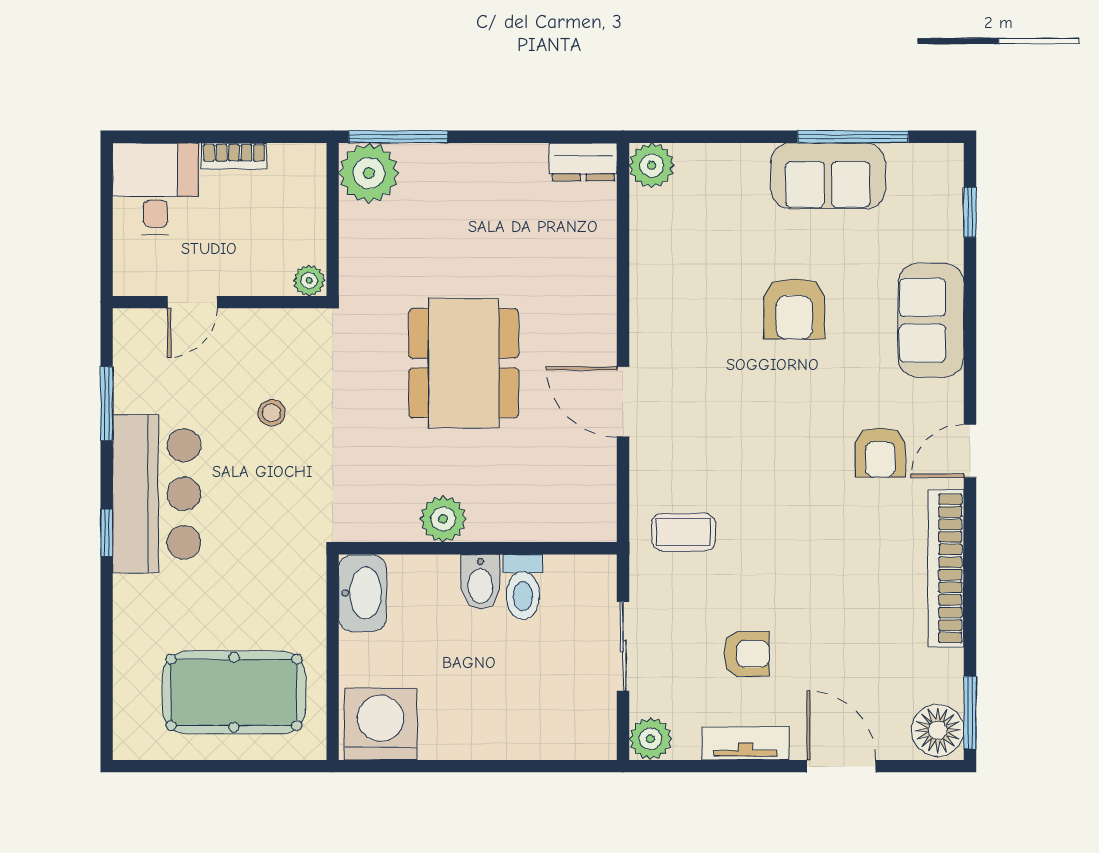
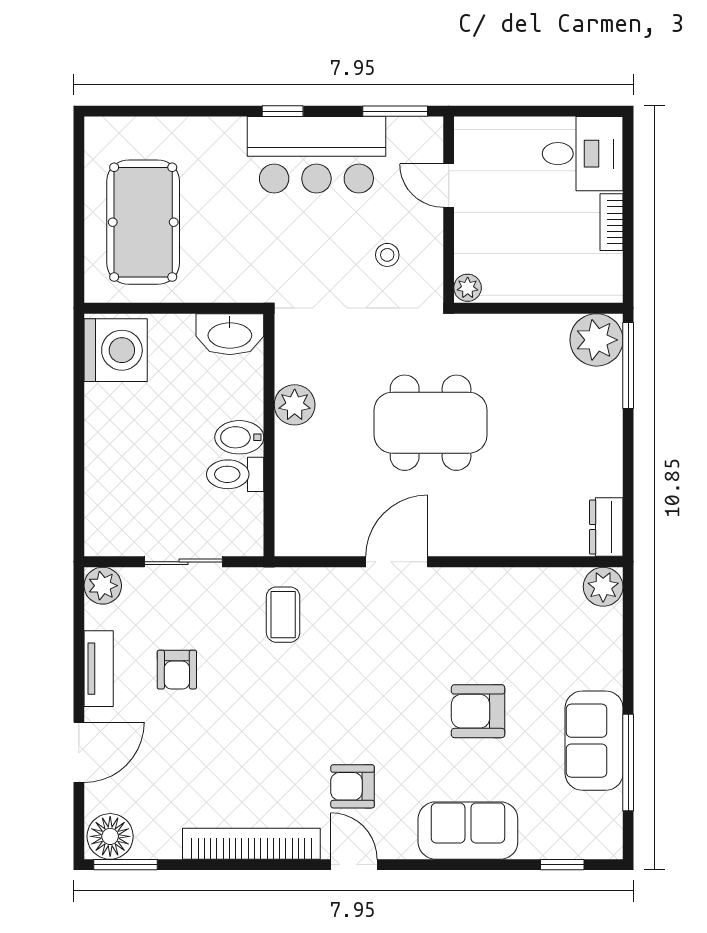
plant: (309, 280) -> (468, 288), moved
door: (192, 302) -> (449, 186), moved
wall: (220, 302) -> (449, 210), moved

